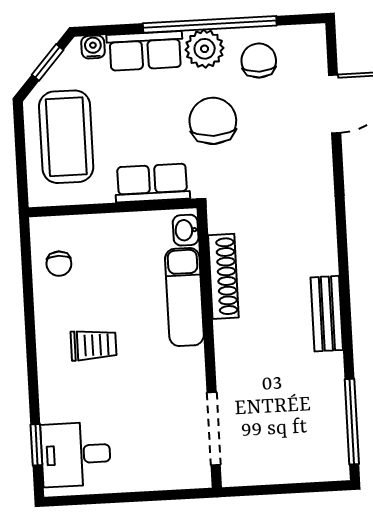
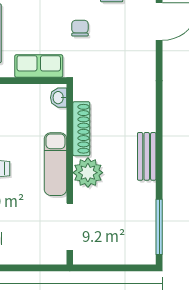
chair: (213, 121) -> (80, 28), width x0.54, depth x0.54
exam couch: (184, 297) -> (55, 164), moved
plant: (237, 344) -> (88, 173), added

